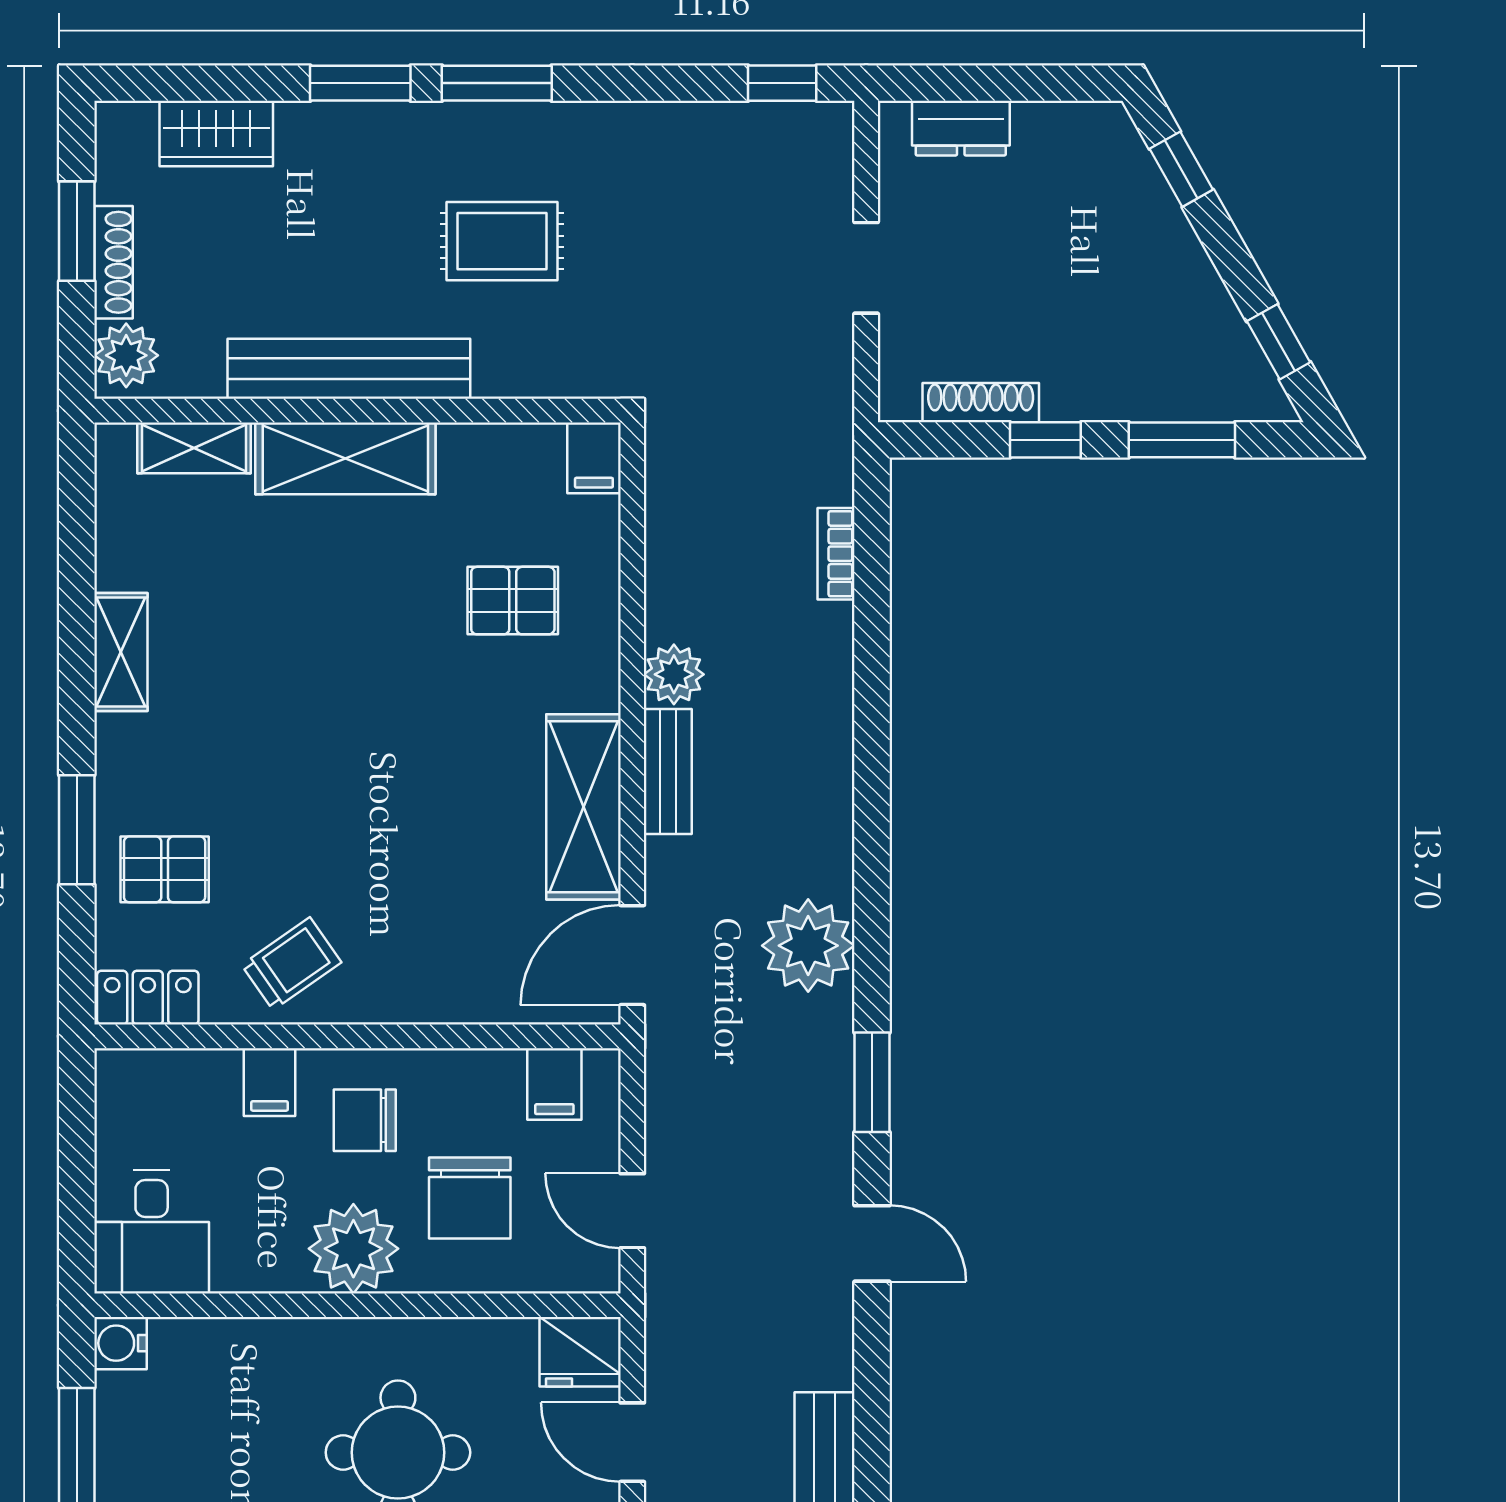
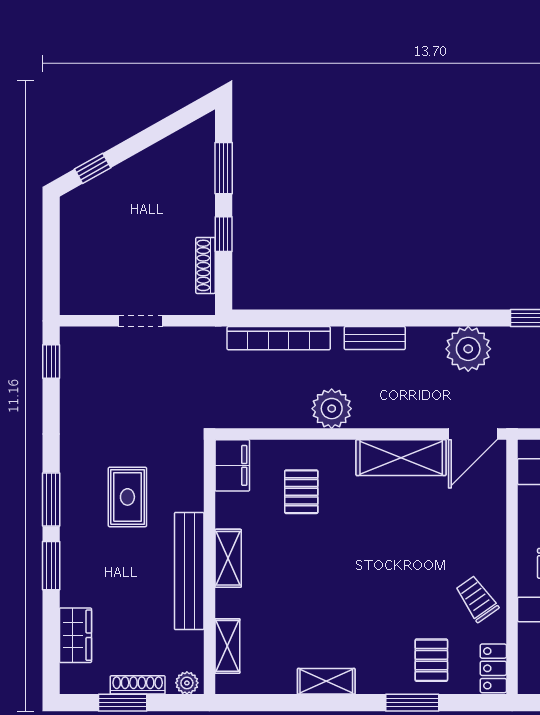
dresser: (961, 128) -> (73, 275), removed
window: (1279, 342) -> (176, 121), removed
plant: (126, 355) -> (187, 683), width x0.73, depth x0.73
shelving: (345, 458) -> (228, 558), width x0.67, depth x0.75
filing cabinet: (594, 458) -> (232, 465), width x2.00
bookcase: (836, 554) -> (279, 338), width x2.31, depth x1.31
plant: (674, 674) -> (332, 409), width x1.36, depth x1.36
bench: (668, 772) -> (375, 338), moved
door: (632, 955) -> (473, 434), hinge flipped

